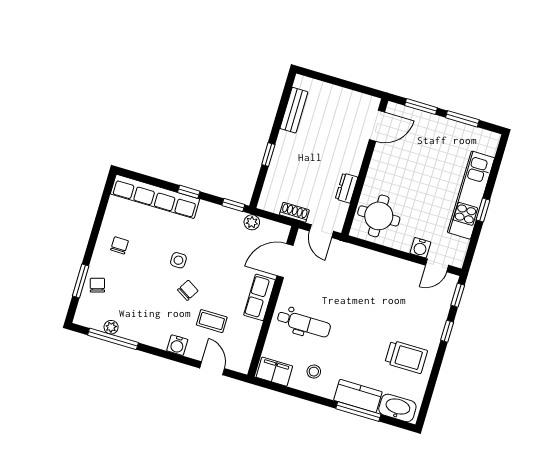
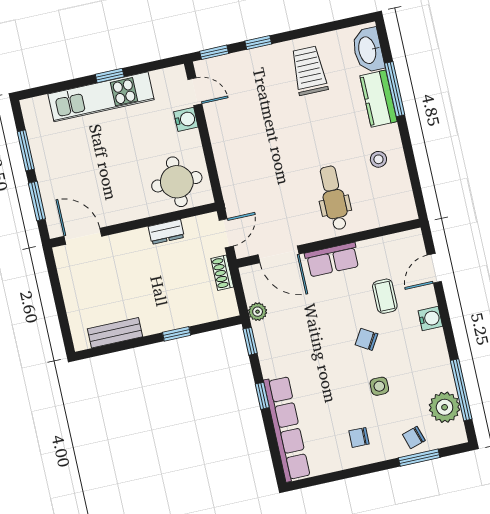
side table: (178, 260) -> (379, 386), moved
plant: (111, 327) -> (445, 407), width x1.87, depth x1.87
filing cabinet: (274, 372) -> (402, 201), removed

